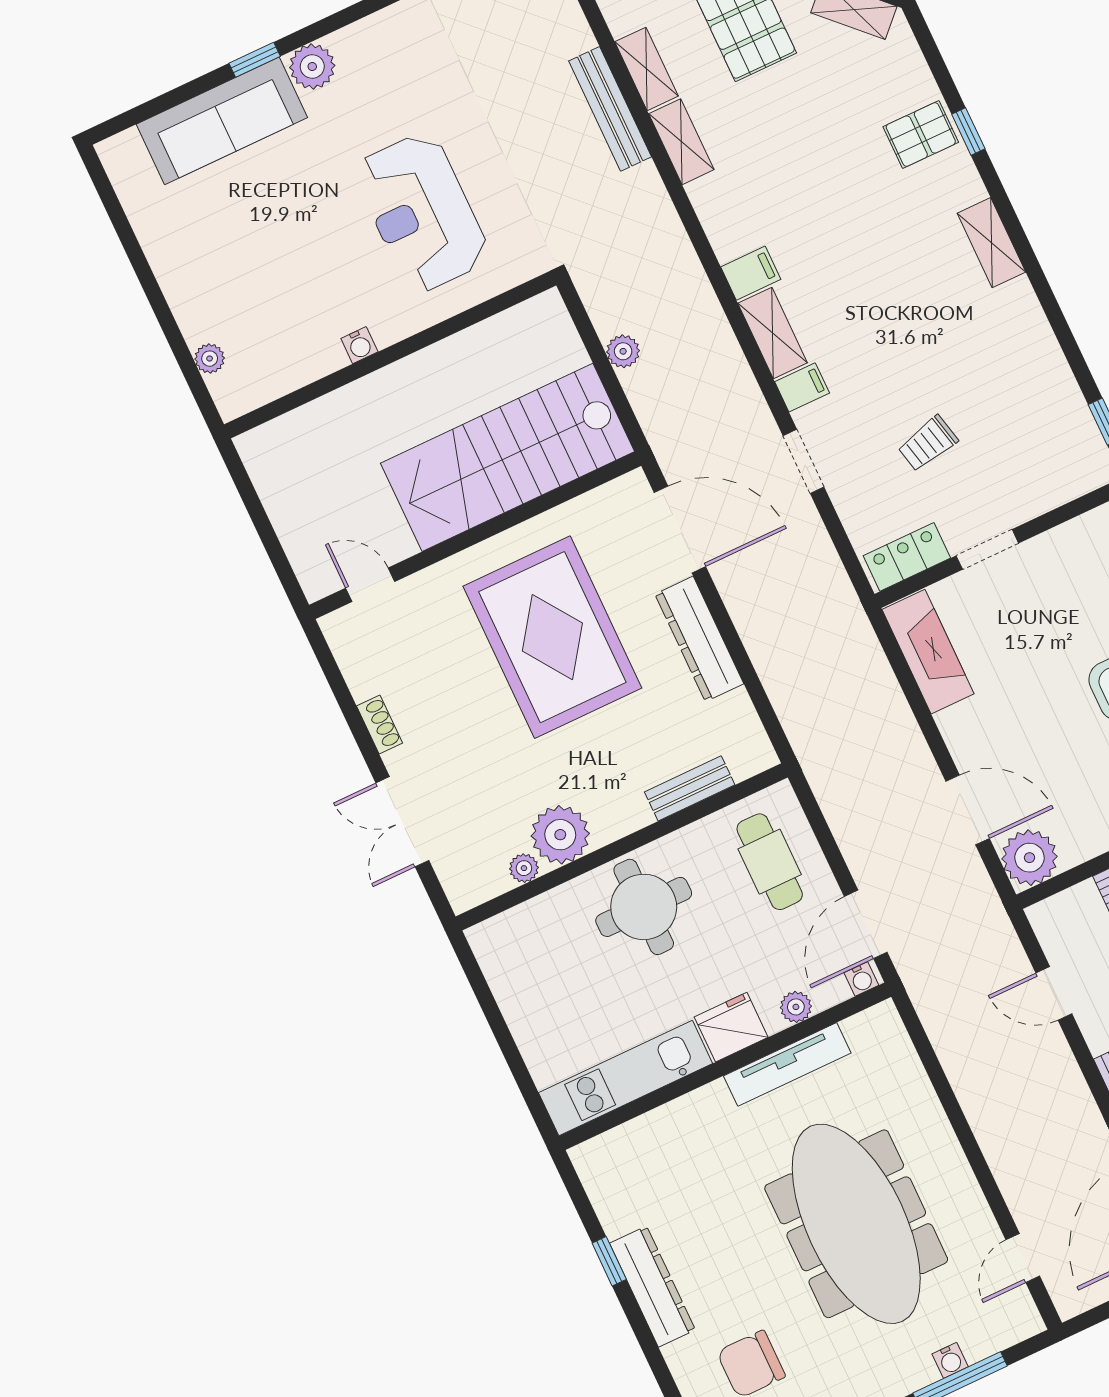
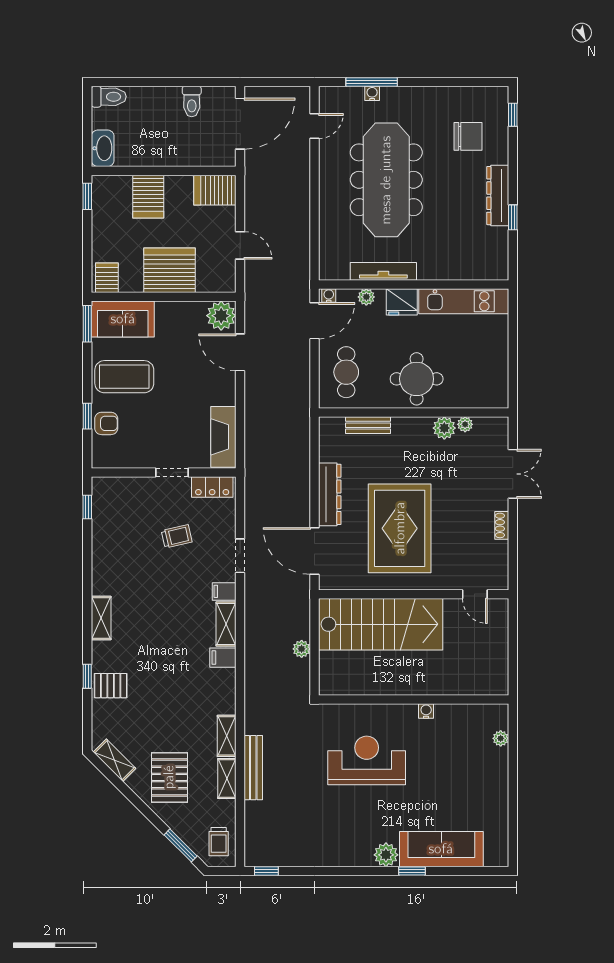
reception desk: (421, 213) -> (367, 760), turned -90
plant: (560, 835) -> (444, 428), width x0.73, depth x0.73

